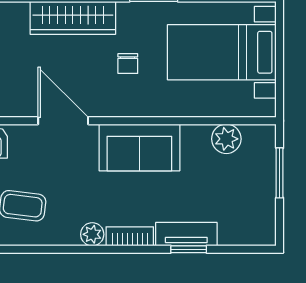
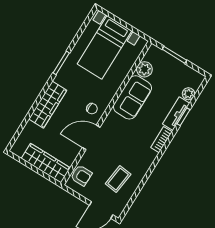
chair: (128, 64) -> (92, 109), moved
sofa: (139, 147) -> (132, 97), moved
plant: (92, 234) -> (188, 94), moved

